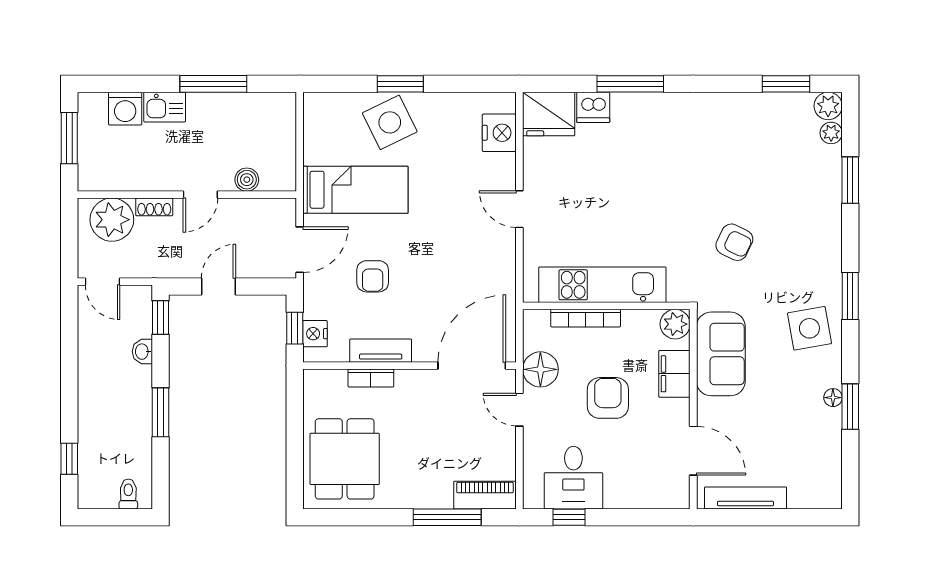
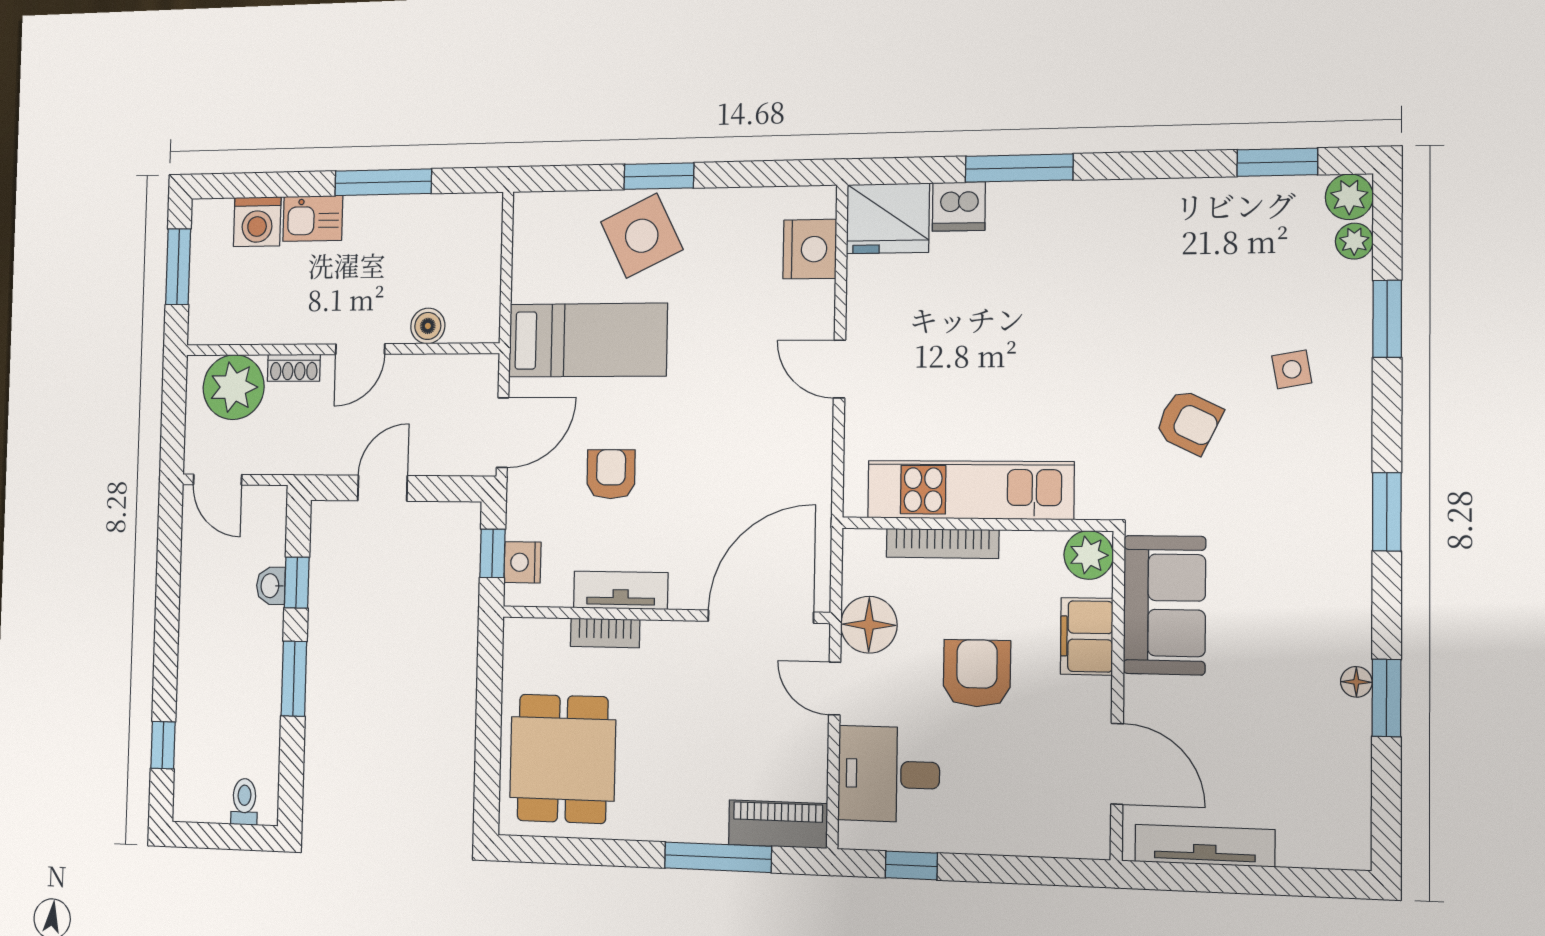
armchair: (373, 276) -> (611, 474), turned 180
window: (161, 317) -> (297, 582), moved
side table: (809, 328) -> (1292, 369), moved, width x0.54, depth x0.54
desk: (573, 478) -> (889, 774), moved, turned 90

